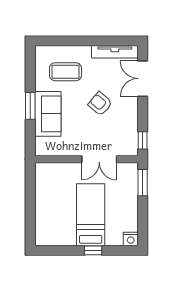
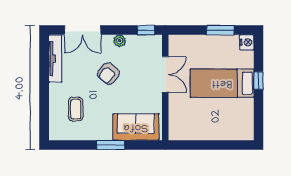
coffee table: (65, 72) -> (76, 109), width x0.73, depth x0.77
sofa: (48, 114) -> (136, 127), moved
plant: (132, 115) -> (120, 41), added
window: (143, 183) -> (220, 30), moved

